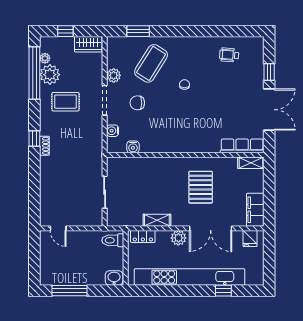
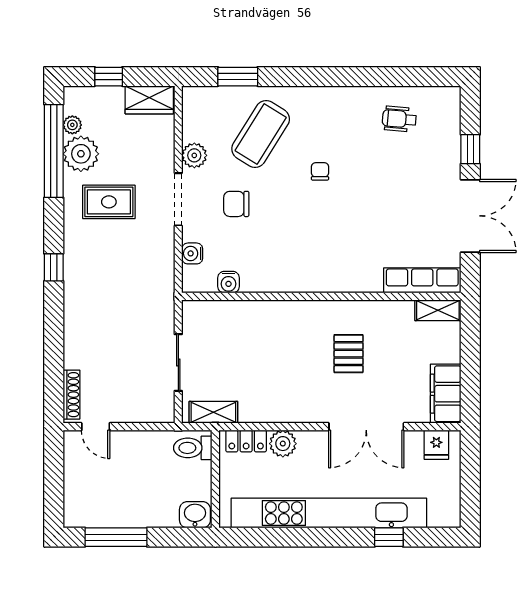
shoe rack: (44, 146) -> (71, 395), moved, width x1.43
pallet: (201, 187) -> (349, 354), width x0.67, depth x0.71
shelving: (157, 220) -> (213, 412), moved
plant: (178, 238) -> (283, 444), moved

